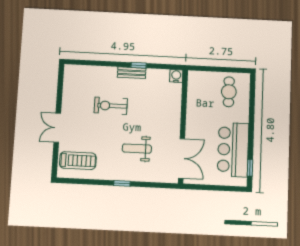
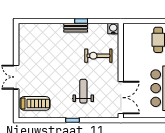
exercise bike: (111, 106) -> (98, 56), moved
weight bench: (137, 149) -> (83, 91), turned 90

